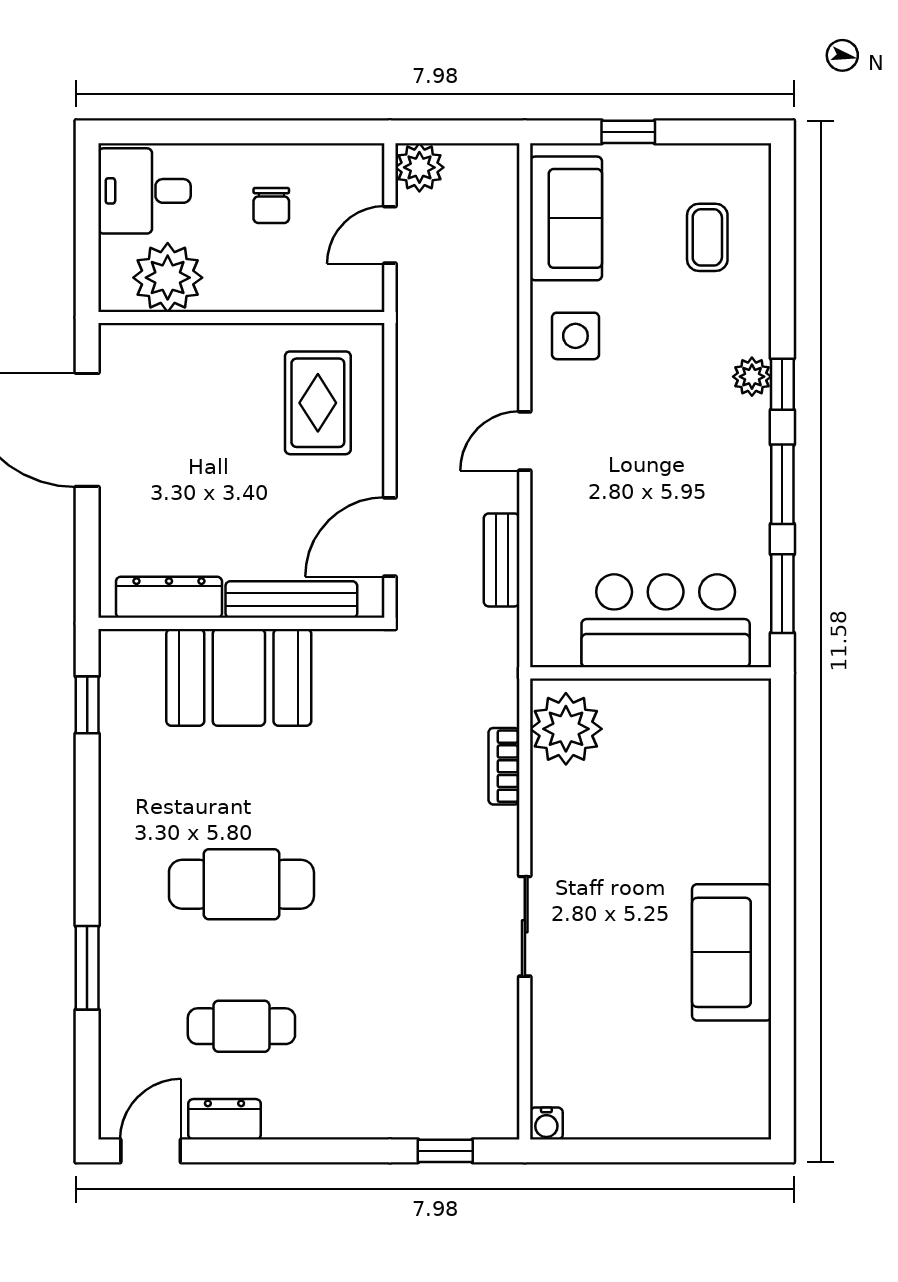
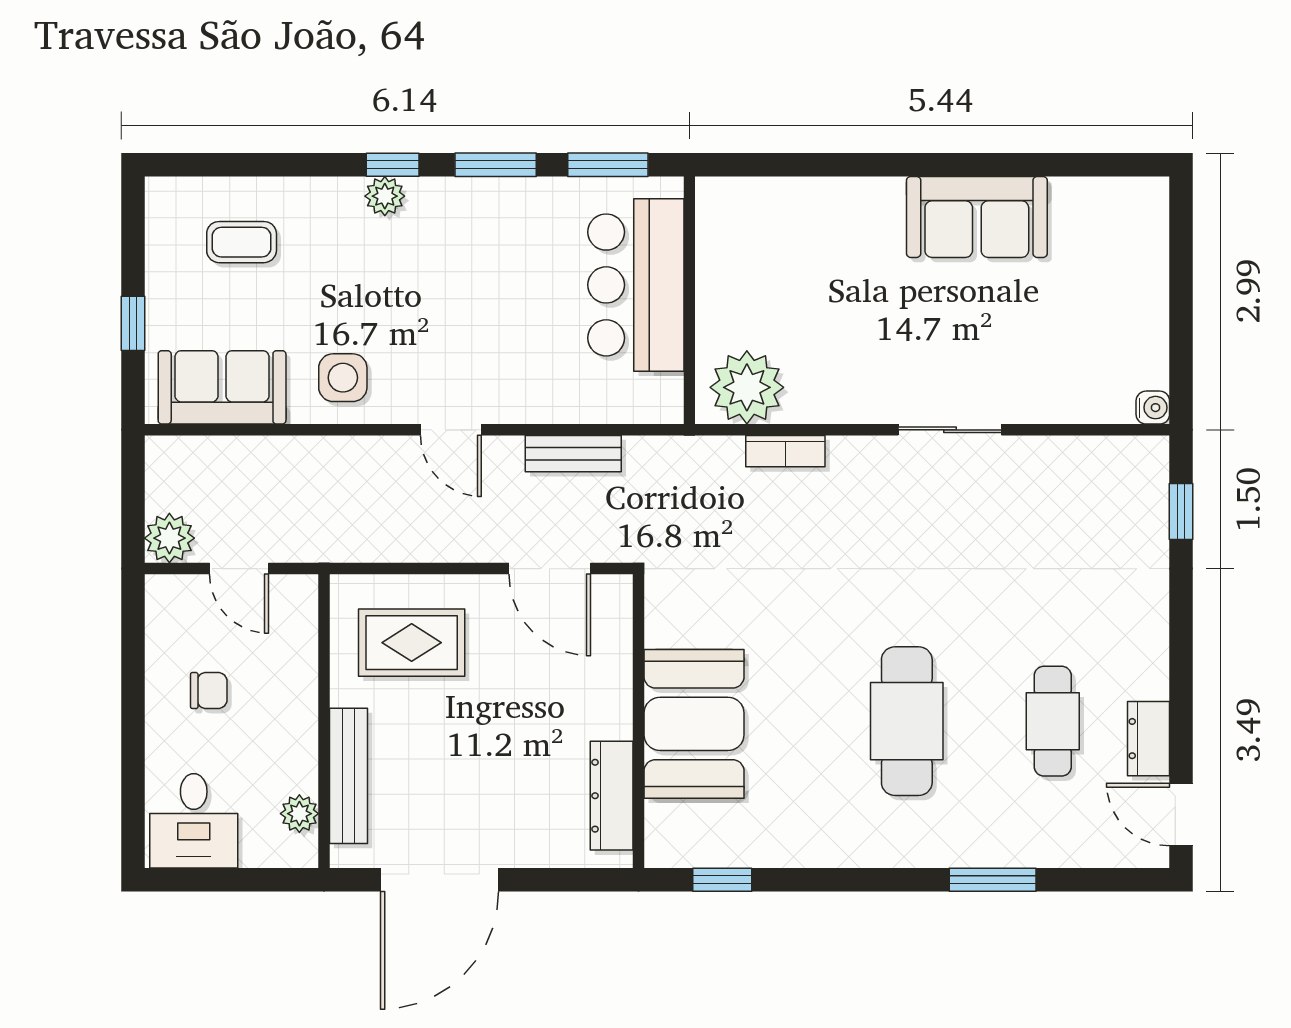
plant: (168, 278) -> (299, 814), width x0.53, depth x0.53
bench: (291, 600) -> (349, 776), moved

